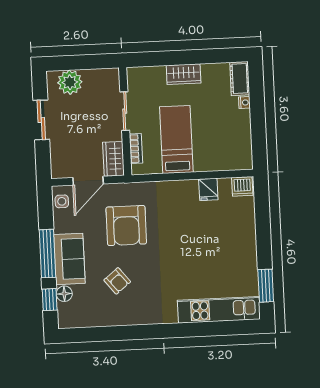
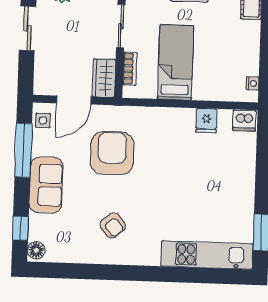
nightstand: (244, 103) -> (252, 83), moved
armchair: (126, 225) -> (112, 153), turned 180
window: (48, 254) -> (23, 150), moved
armchair: (117, 281) -> (113, 225), moved
floor lamp: (64, 294) -> (36, 250), moved

